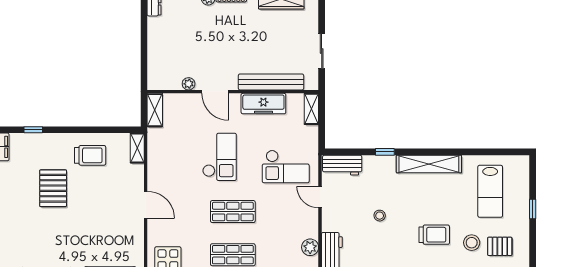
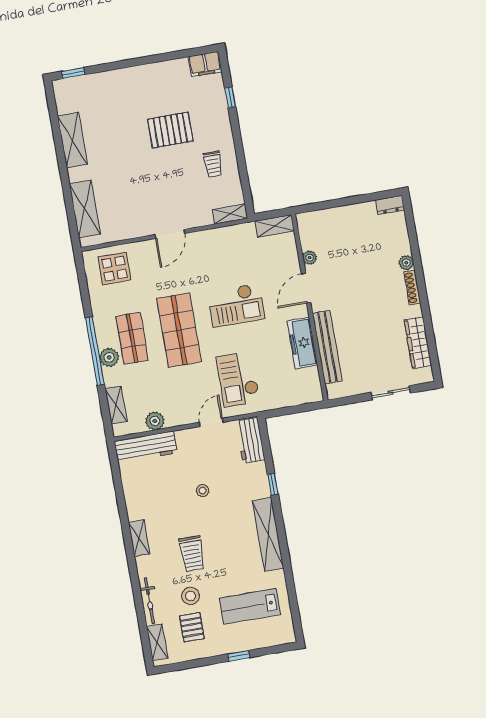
sliding door: (322, 51) -> (391, 393), moved
shelving: (311, 109) -> (306, 396), removed
trolley: (90, 155) -> (213, 164), width x0.73, depth x0.72
shop shelf: (233, 212) -> (179, 330), width x1.43, depth x1.36

